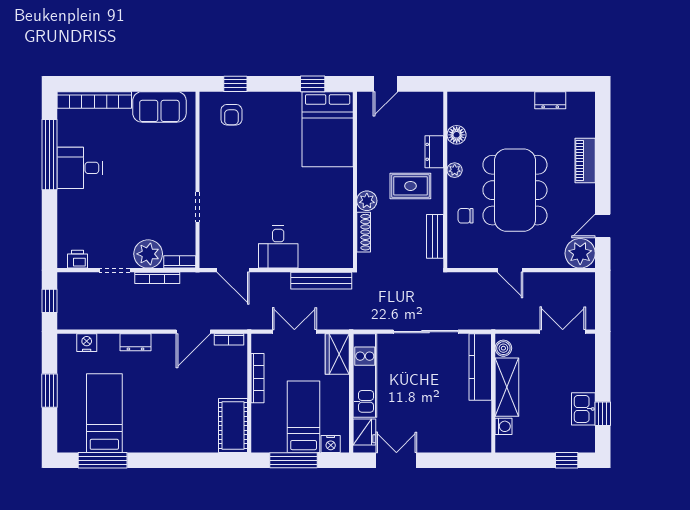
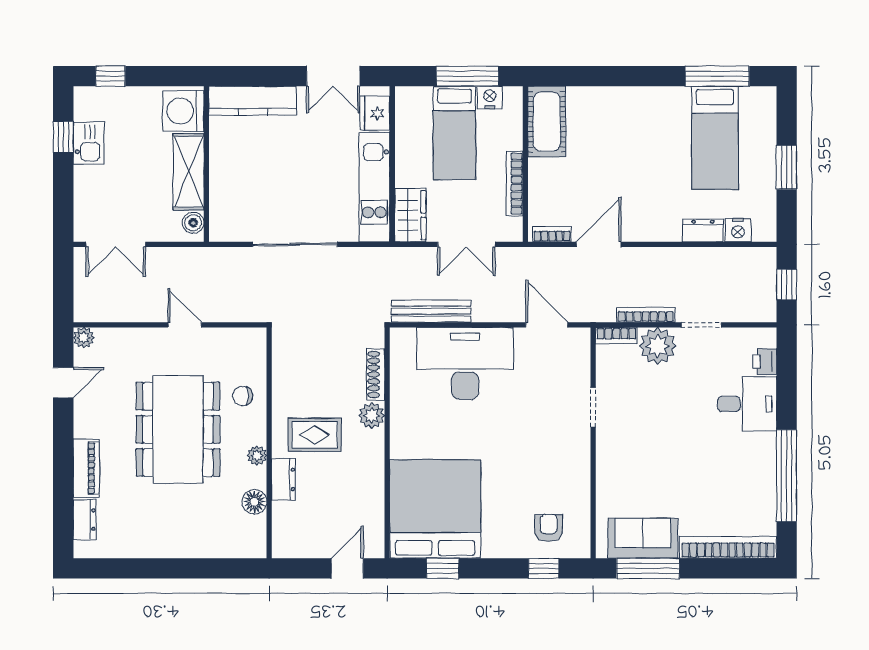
window: (155, 84) -> (648, 568), added
dresser: (550, 100) -> (85, 520), moved, turned 90
bed: (328, 129) -> (435, 509), width x1.36
desk: (80, 168) -> (747, 404), moved
chair: (466, 216) -> (243, 396), turned 180
bench: (435, 236) -> (283, 369), removed
desk: (278, 247) -> (465, 363), width x1.87, depth x1.30
plant: (580, 253) -> (84, 338), width x0.53, depth x0.53
printer: (77, 259) -> (765, 362), moved, turned 90
dresser: (135, 342) -> (703, 231), moved
kitchen counter: (480, 367) -> (253, 101), moved, turned 90
washing machine: (503, 426) -> (183, 111), width x1.89, depth x1.89
nightstand: (331, 444) -> (490, 98), moved

